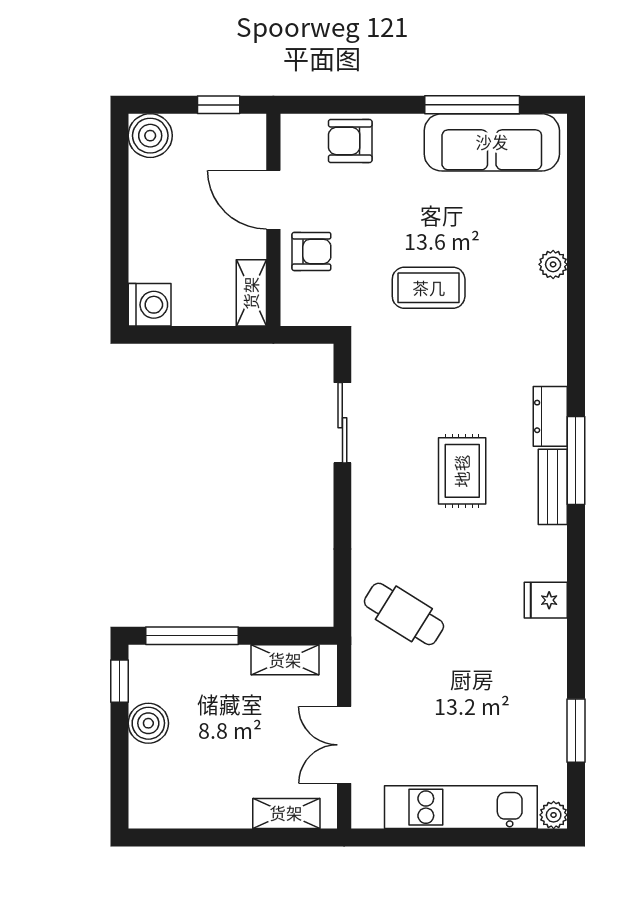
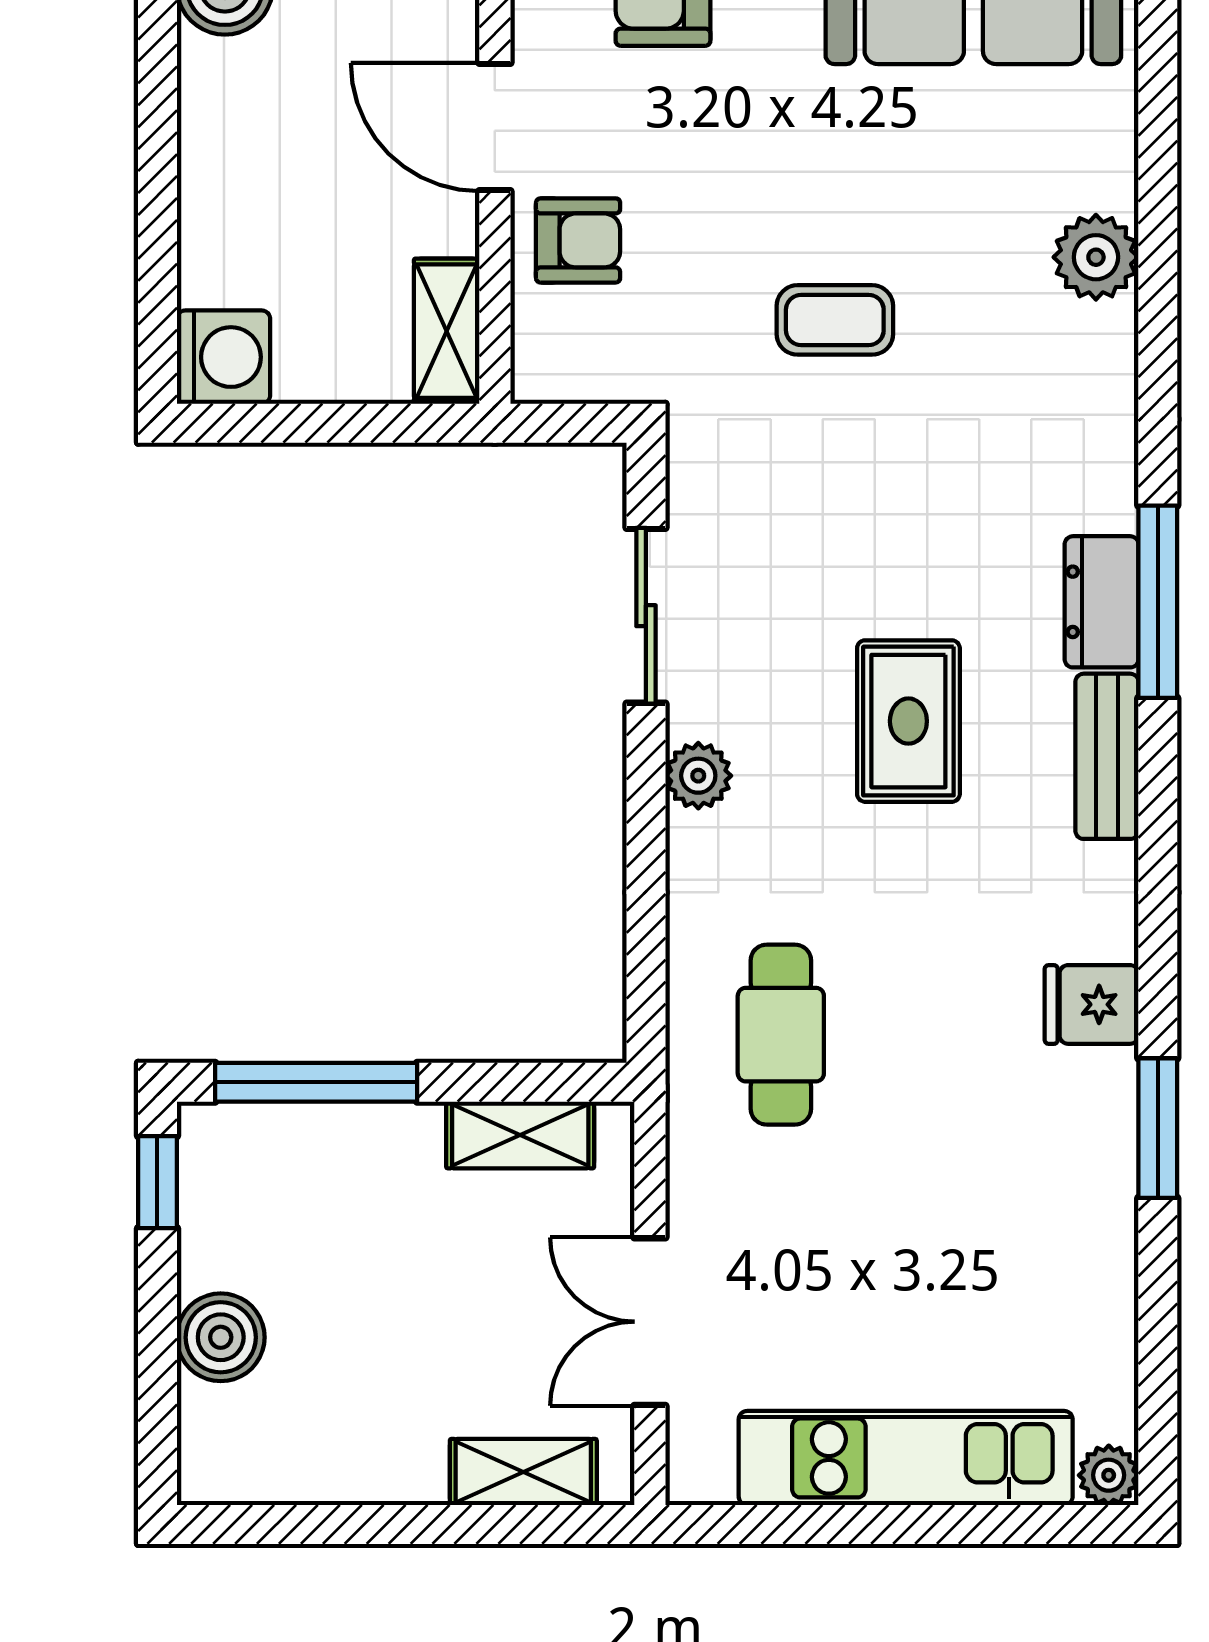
plant: (553, 264) -> (1096, 257), width x1.38, depth x1.38
coffee table: (429, 288) -> (835, 320), width x0.73, depth x0.77
window: (576, 461) -> (1158, 602), moved
plant: (366, 496) -> (698, 776), added
cafe table: (404, 614) -> (781, 1035), turned 58
boiler: (148, 723) -> (221, 1337), moved
window: (576, 731) -> (1158, 1128), moved

